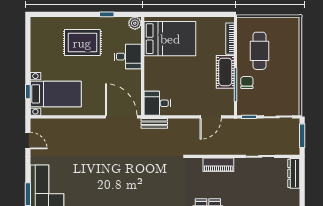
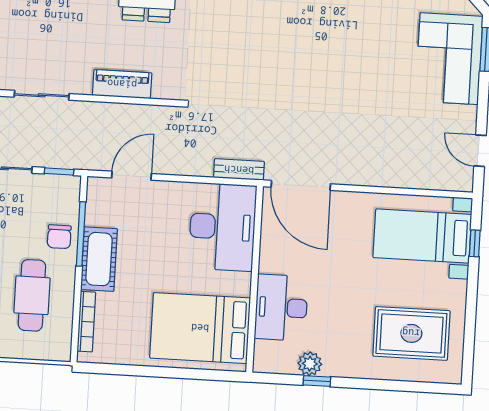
plant: (135, 23) -> (310, 364), moved
rug: (82, 43) -> (411, 333), moved
desk: (128, 57) -> (281, 308), width x1.37
desk: (157, 103) -> (223, 227), width x1.87, depth x1.30

